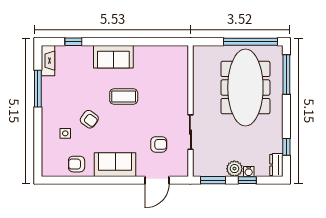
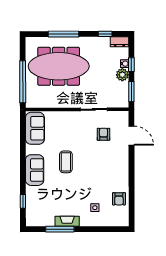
window: (250, 42) -> (23, 82), moved
fireplace: (48, 61) -> (67, 221), moved
window: (286, 74) -> (63, 34), moved
armchair: (89, 119) -> (84, 189), removed
sofa: (115, 165) -> (35, 128), moved, turned 180

